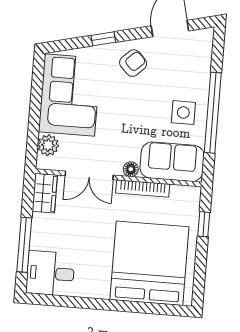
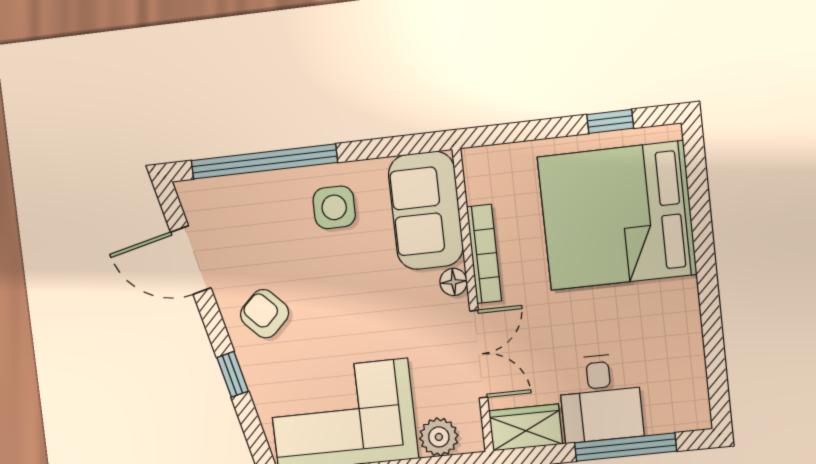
window: (213, 113) -> (264, 161), moved
window: (204, 224) -> (610, 121), moved
desk: (50, 273) -> (601, 398), moved

